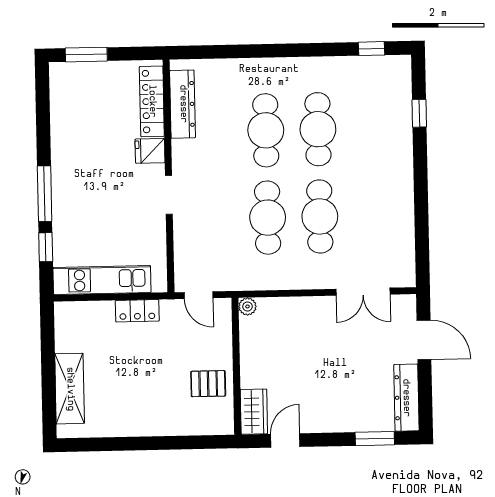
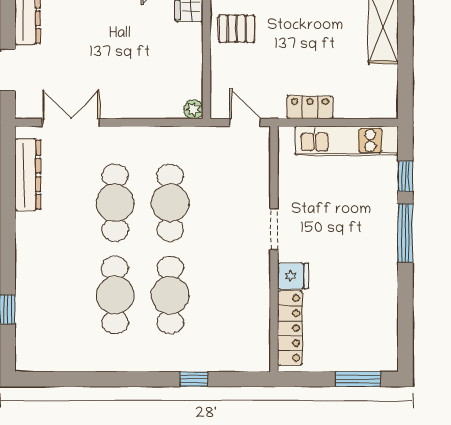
window: (372, 49) -> (194, 379), moved
dresser: (183, 104) -> (28, 175), moved, turned 180

